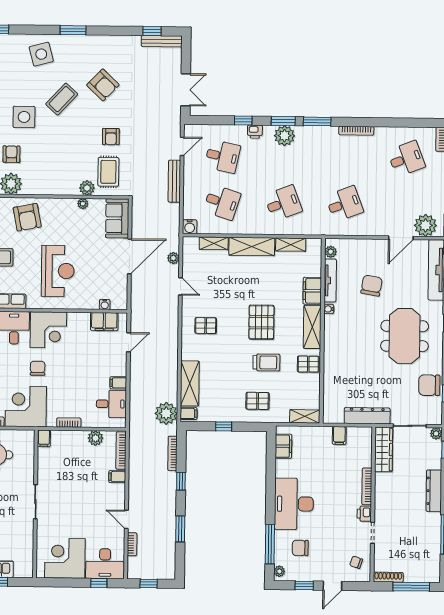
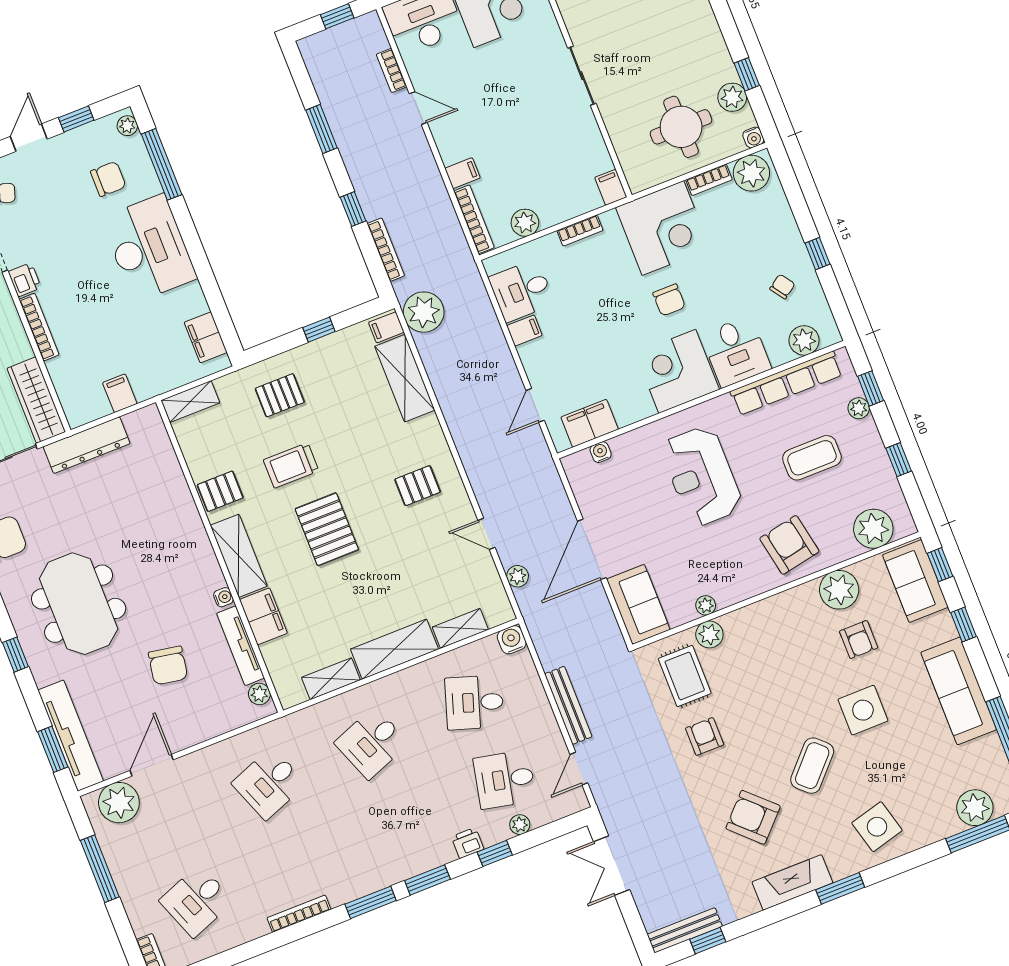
fireplace: (96, 43) -> (792, 882), added
plant: (284, 136) -> (520, 825), moved, width x0.53, depth x0.53

